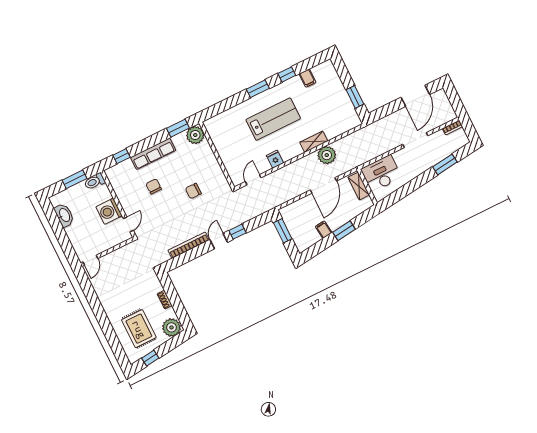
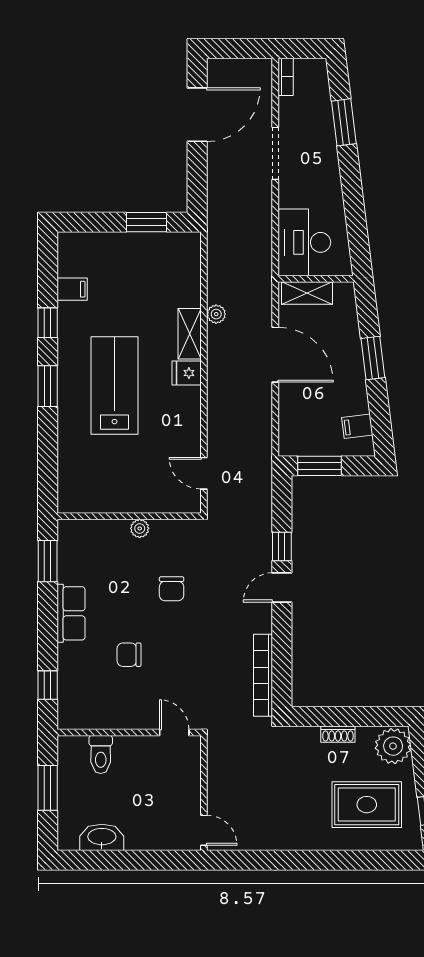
door: (415, 96) -> (197, 115), hinge flipped
plant: (195, 135) -> (140, 528), moved, width x0.53, depth x0.53
row of seats: (153, 154) -> (71, 613), width x0.68
plant: (327, 155) -> (216, 314), width x0.53, depth x0.53
fridge: (275, 159) -> (187, 373), moved
toilet: (95, 181) -> (101, 754), moved
washing machine: (109, 211) -> (134, 755), removed
filing cabinet: (324, 230) -> (357, 426), moved
door: (219, 241) -> (282, 587), hinge flipped
bookcase: (189, 245) -> (263, 675), moved

